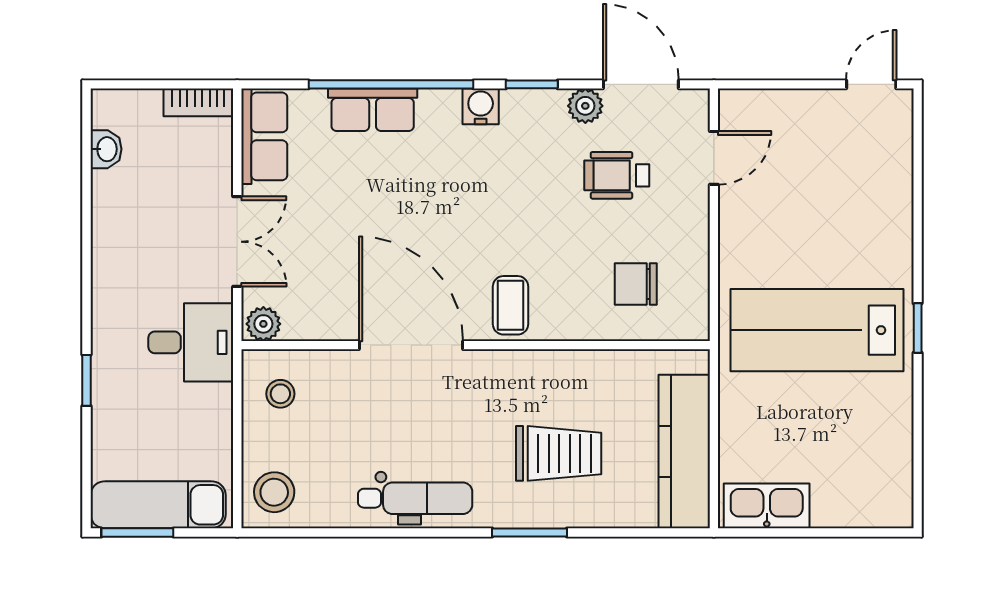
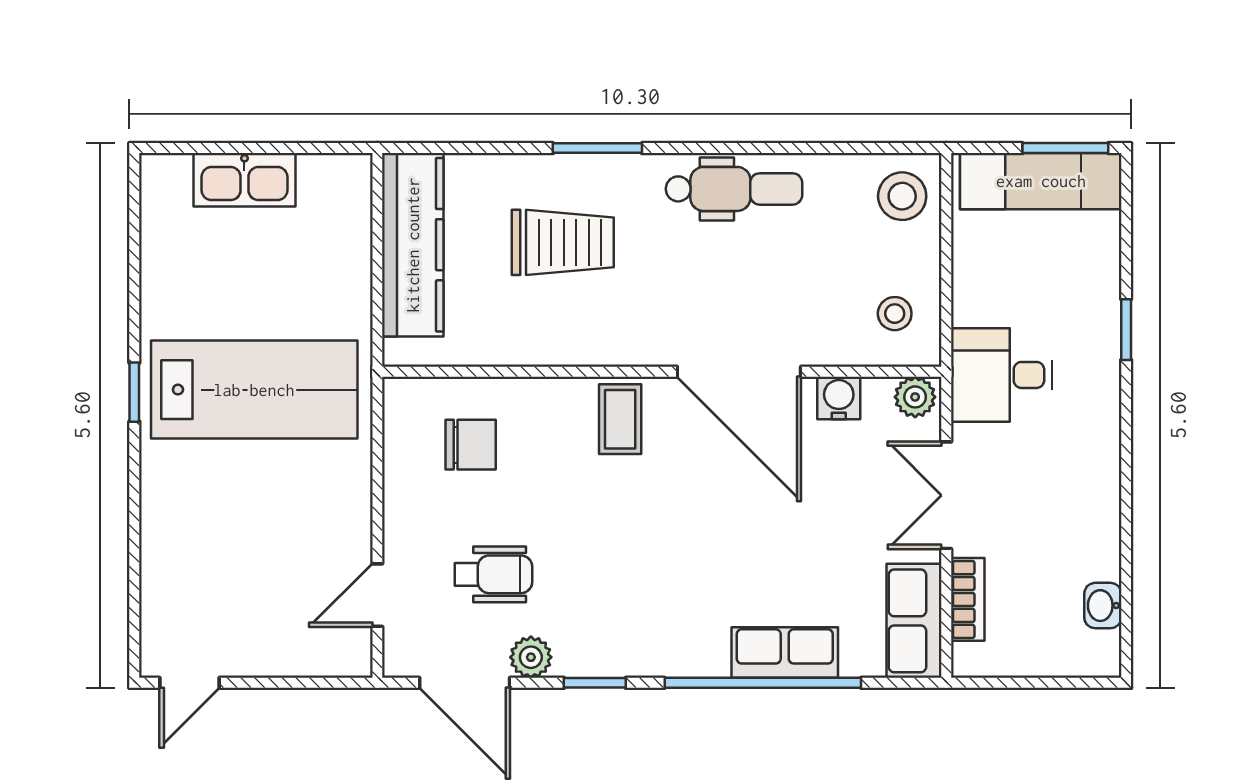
bookcase: (198, 102) -> (968, 599), moved, turned 90
water cooler: (481, 106) -> (839, 398), moved, turned 180
trolley: (559, 453) -> (563, 242), turned 180
dental chair: (415, 498) -> (734, 189), turned 180
kitchen sink: (767, 506) -> (244, 180), moved

